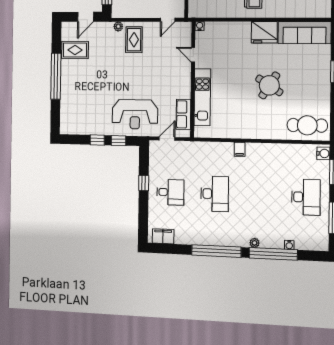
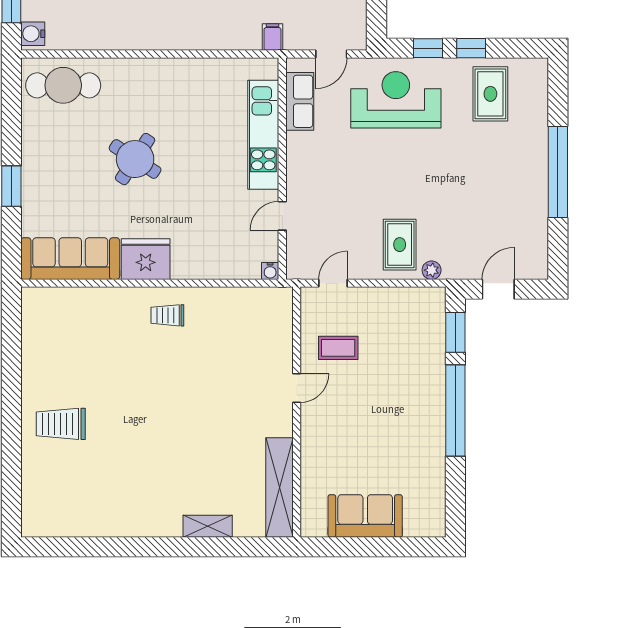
rug: (75, 50) -> (490, 94), moved, turned 90
door: (193, 55) -> (282, 216), swing flipped
filing cabinet: (240, 149) -> (272, 37), moved

